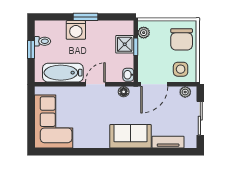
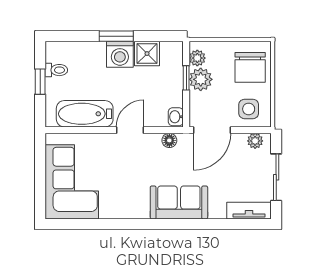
washing machine: (76, 30) -> (120, 54), moved
shower: (125, 44) -> (147, 54), moved
plant: (146, 48) -> (201, 79), added
tv unit: (168, 142) -> (249, 211), moved

